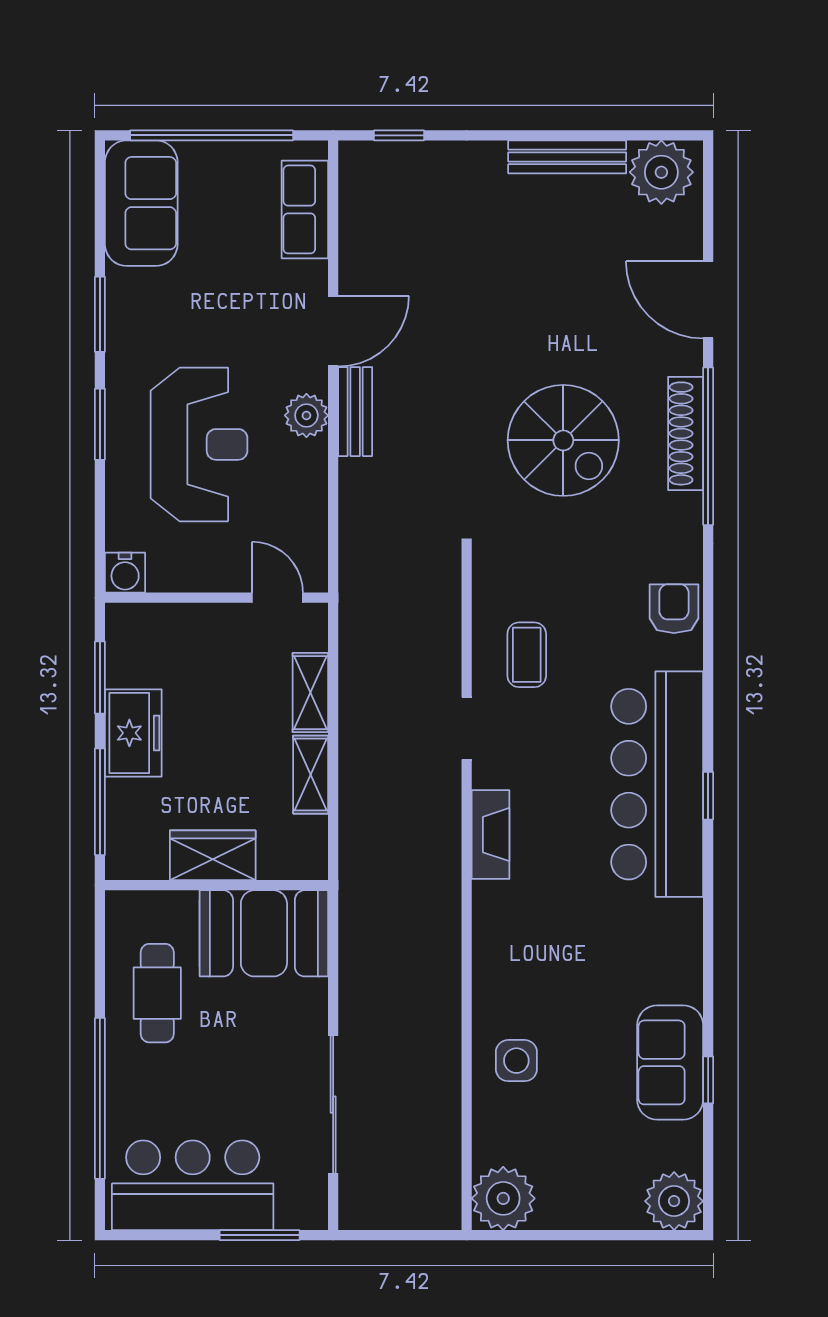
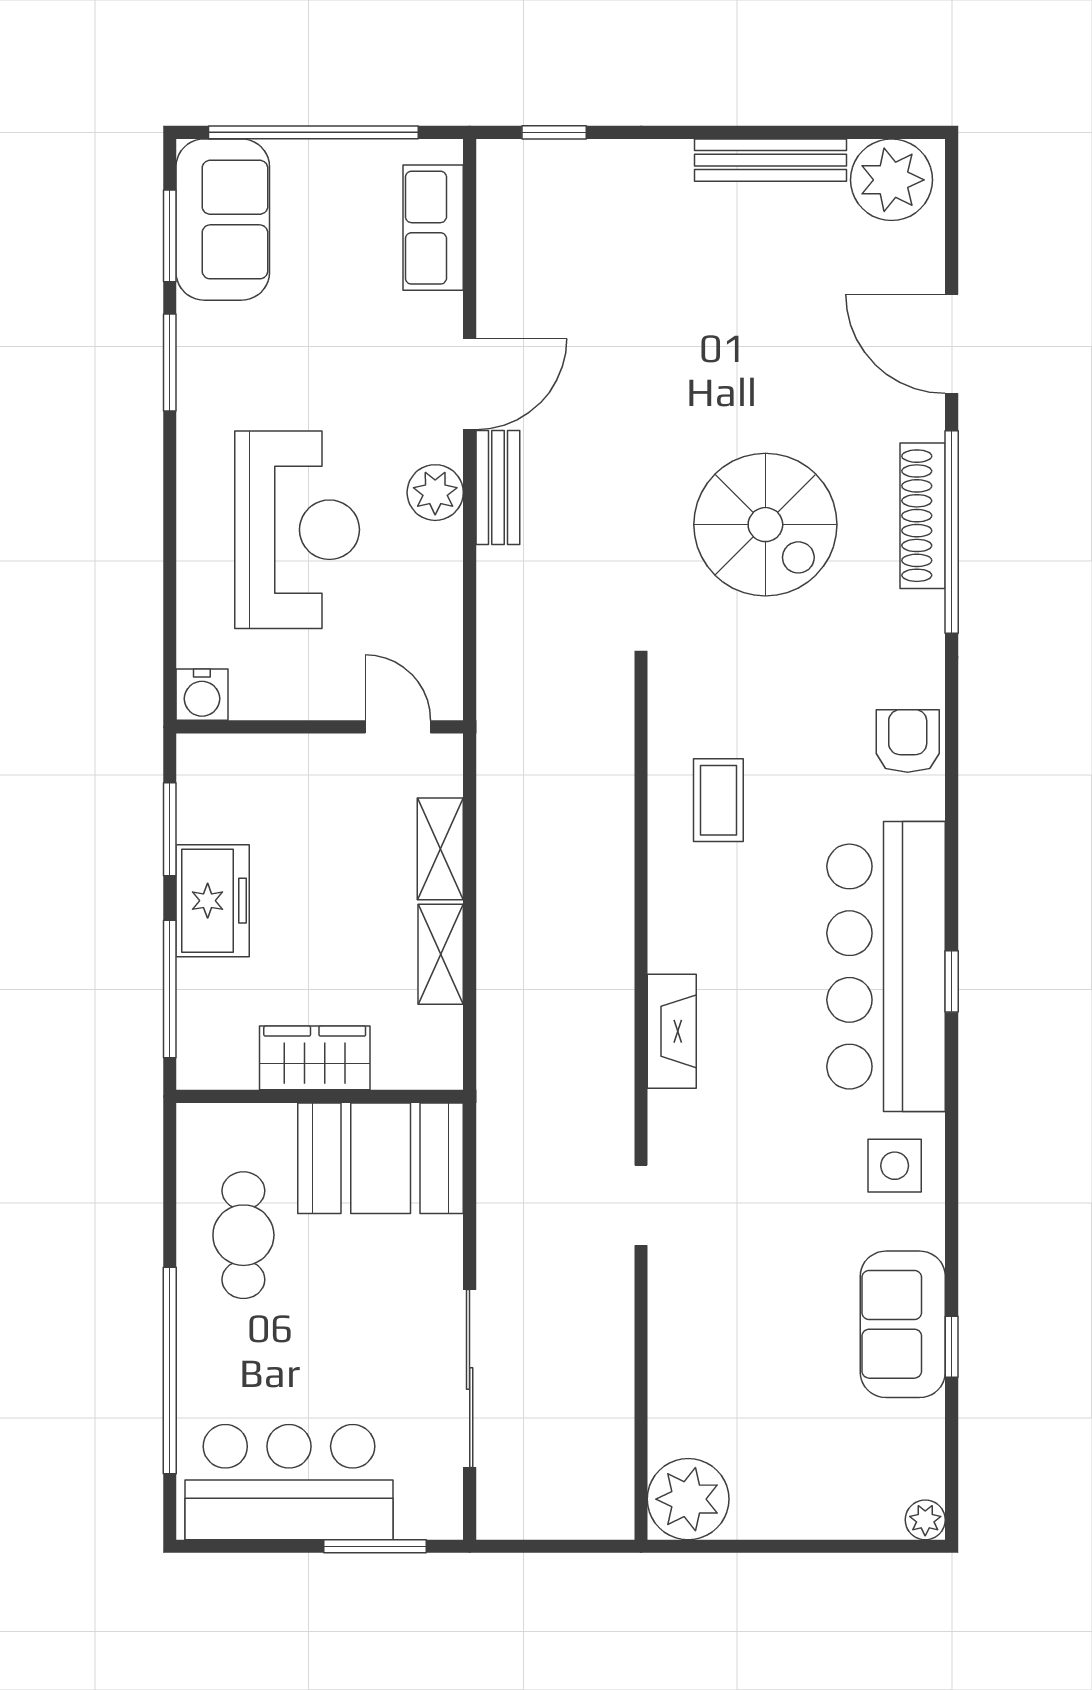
window: (100, 424) -> (170, 236), moved
doorway: (467, 728) -> (641, 1205), moved
side table: (516, 1061) -> (895, 1166), moved
plant: (674, 1201) -> (925, 1520), width x0.53, depth x0.53

